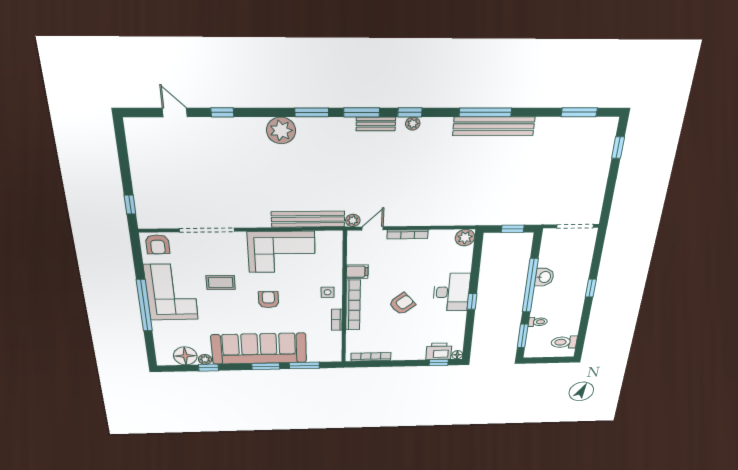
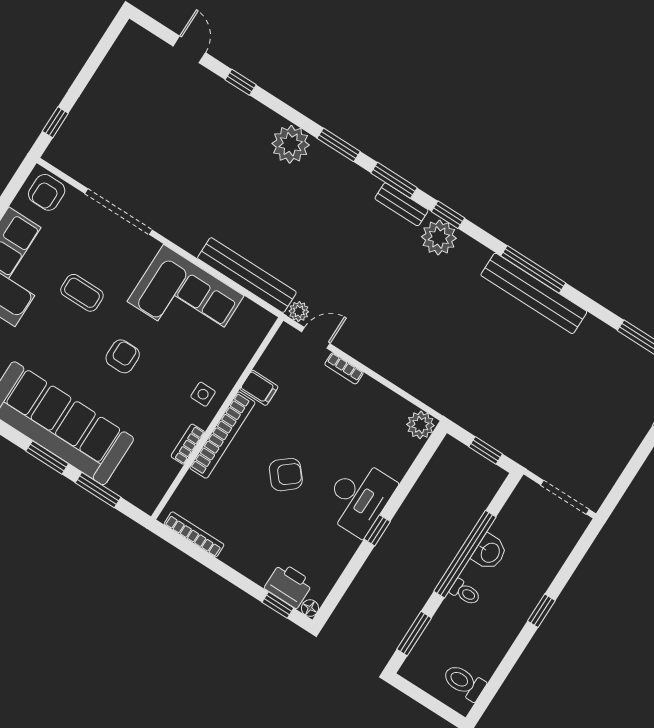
plant: (413, 124) -> (439, 238), width x1.87, depth x1.87
bookcase: (408, 234) -> (344, 368), width x0.64
toilet: (538, 322) -> (465, 592), moved

